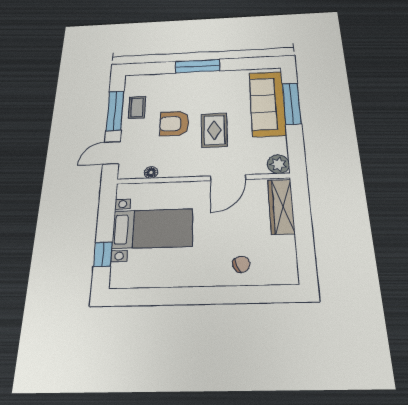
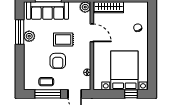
window: (198, 66) -> (20, 32), moved
plant: (219, 79) -> (29, 36), added
bed with nightstands: (153, 229) -> (124, 70), width x1.36

